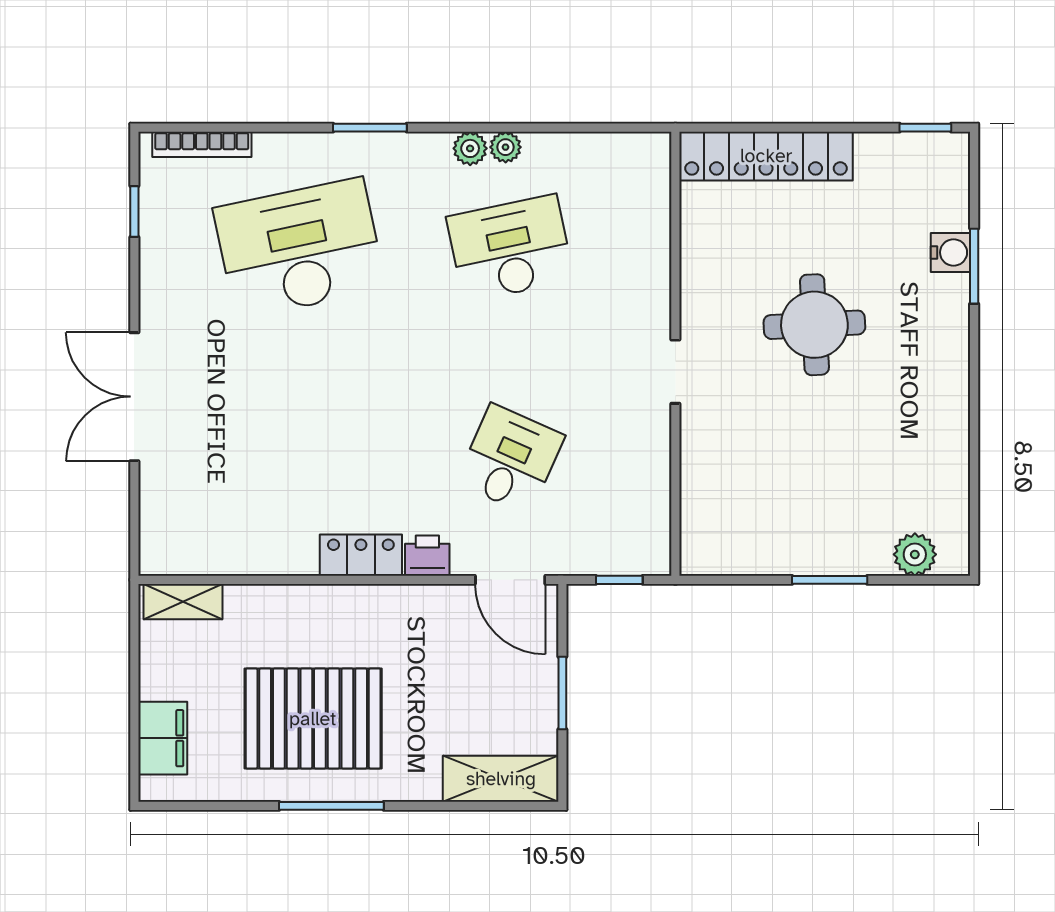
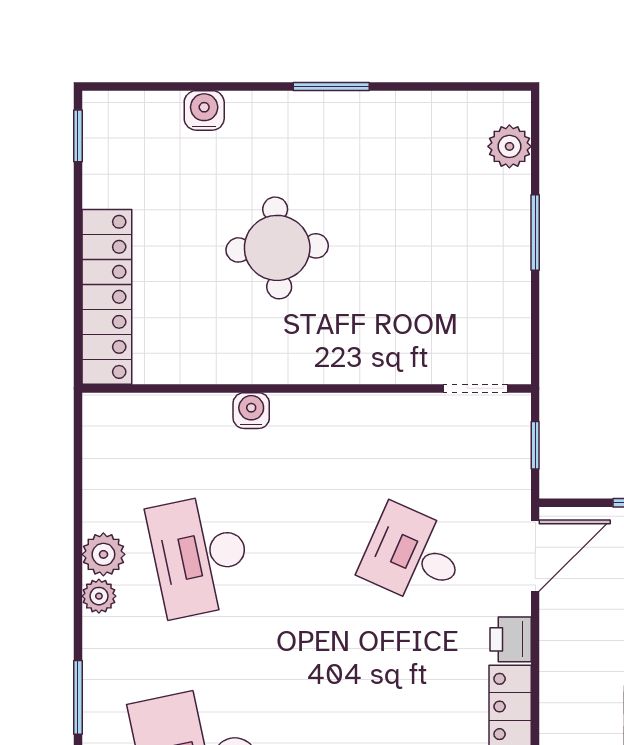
plant: (506, 147) -> (103, 554), width x1.38, depth x1.38
window: (974, 266) -> (331, 86), moved
water cooler: (654, 299) -> (251, 411), added
doorway: (675, 372) -> (475, 388), moved

